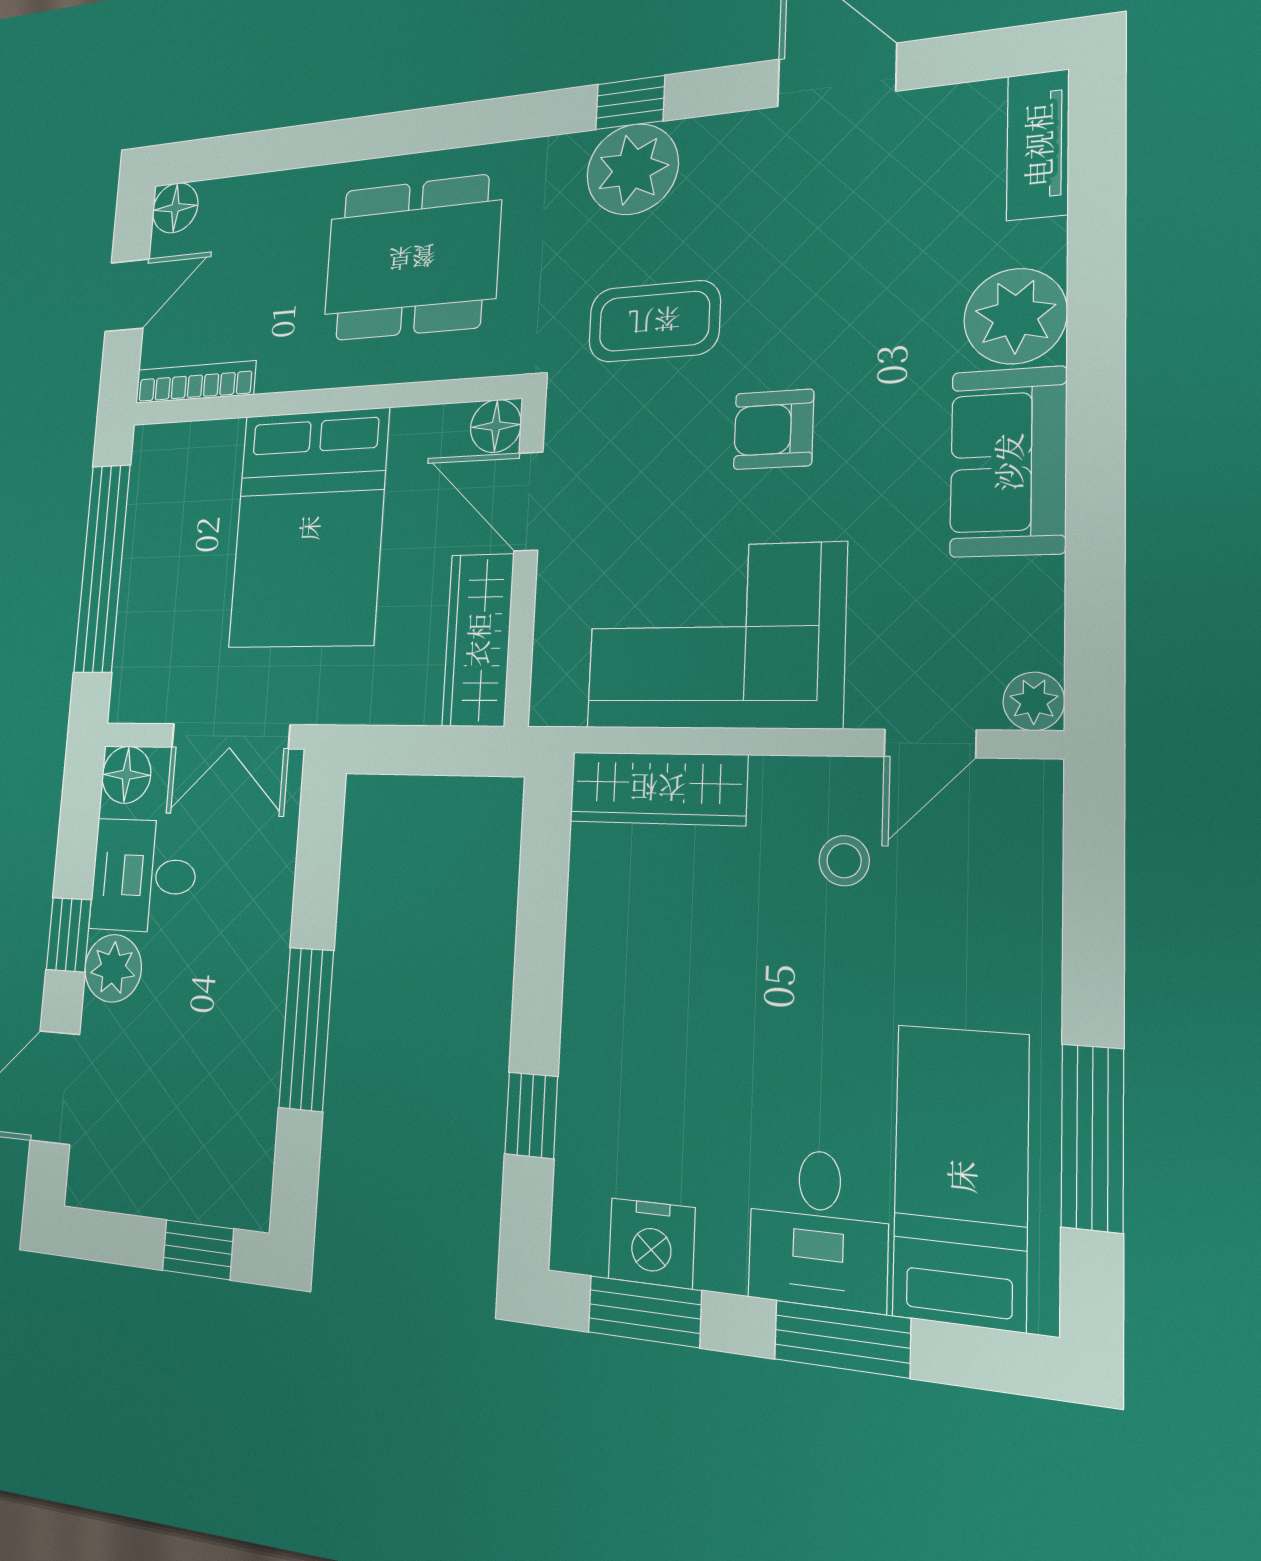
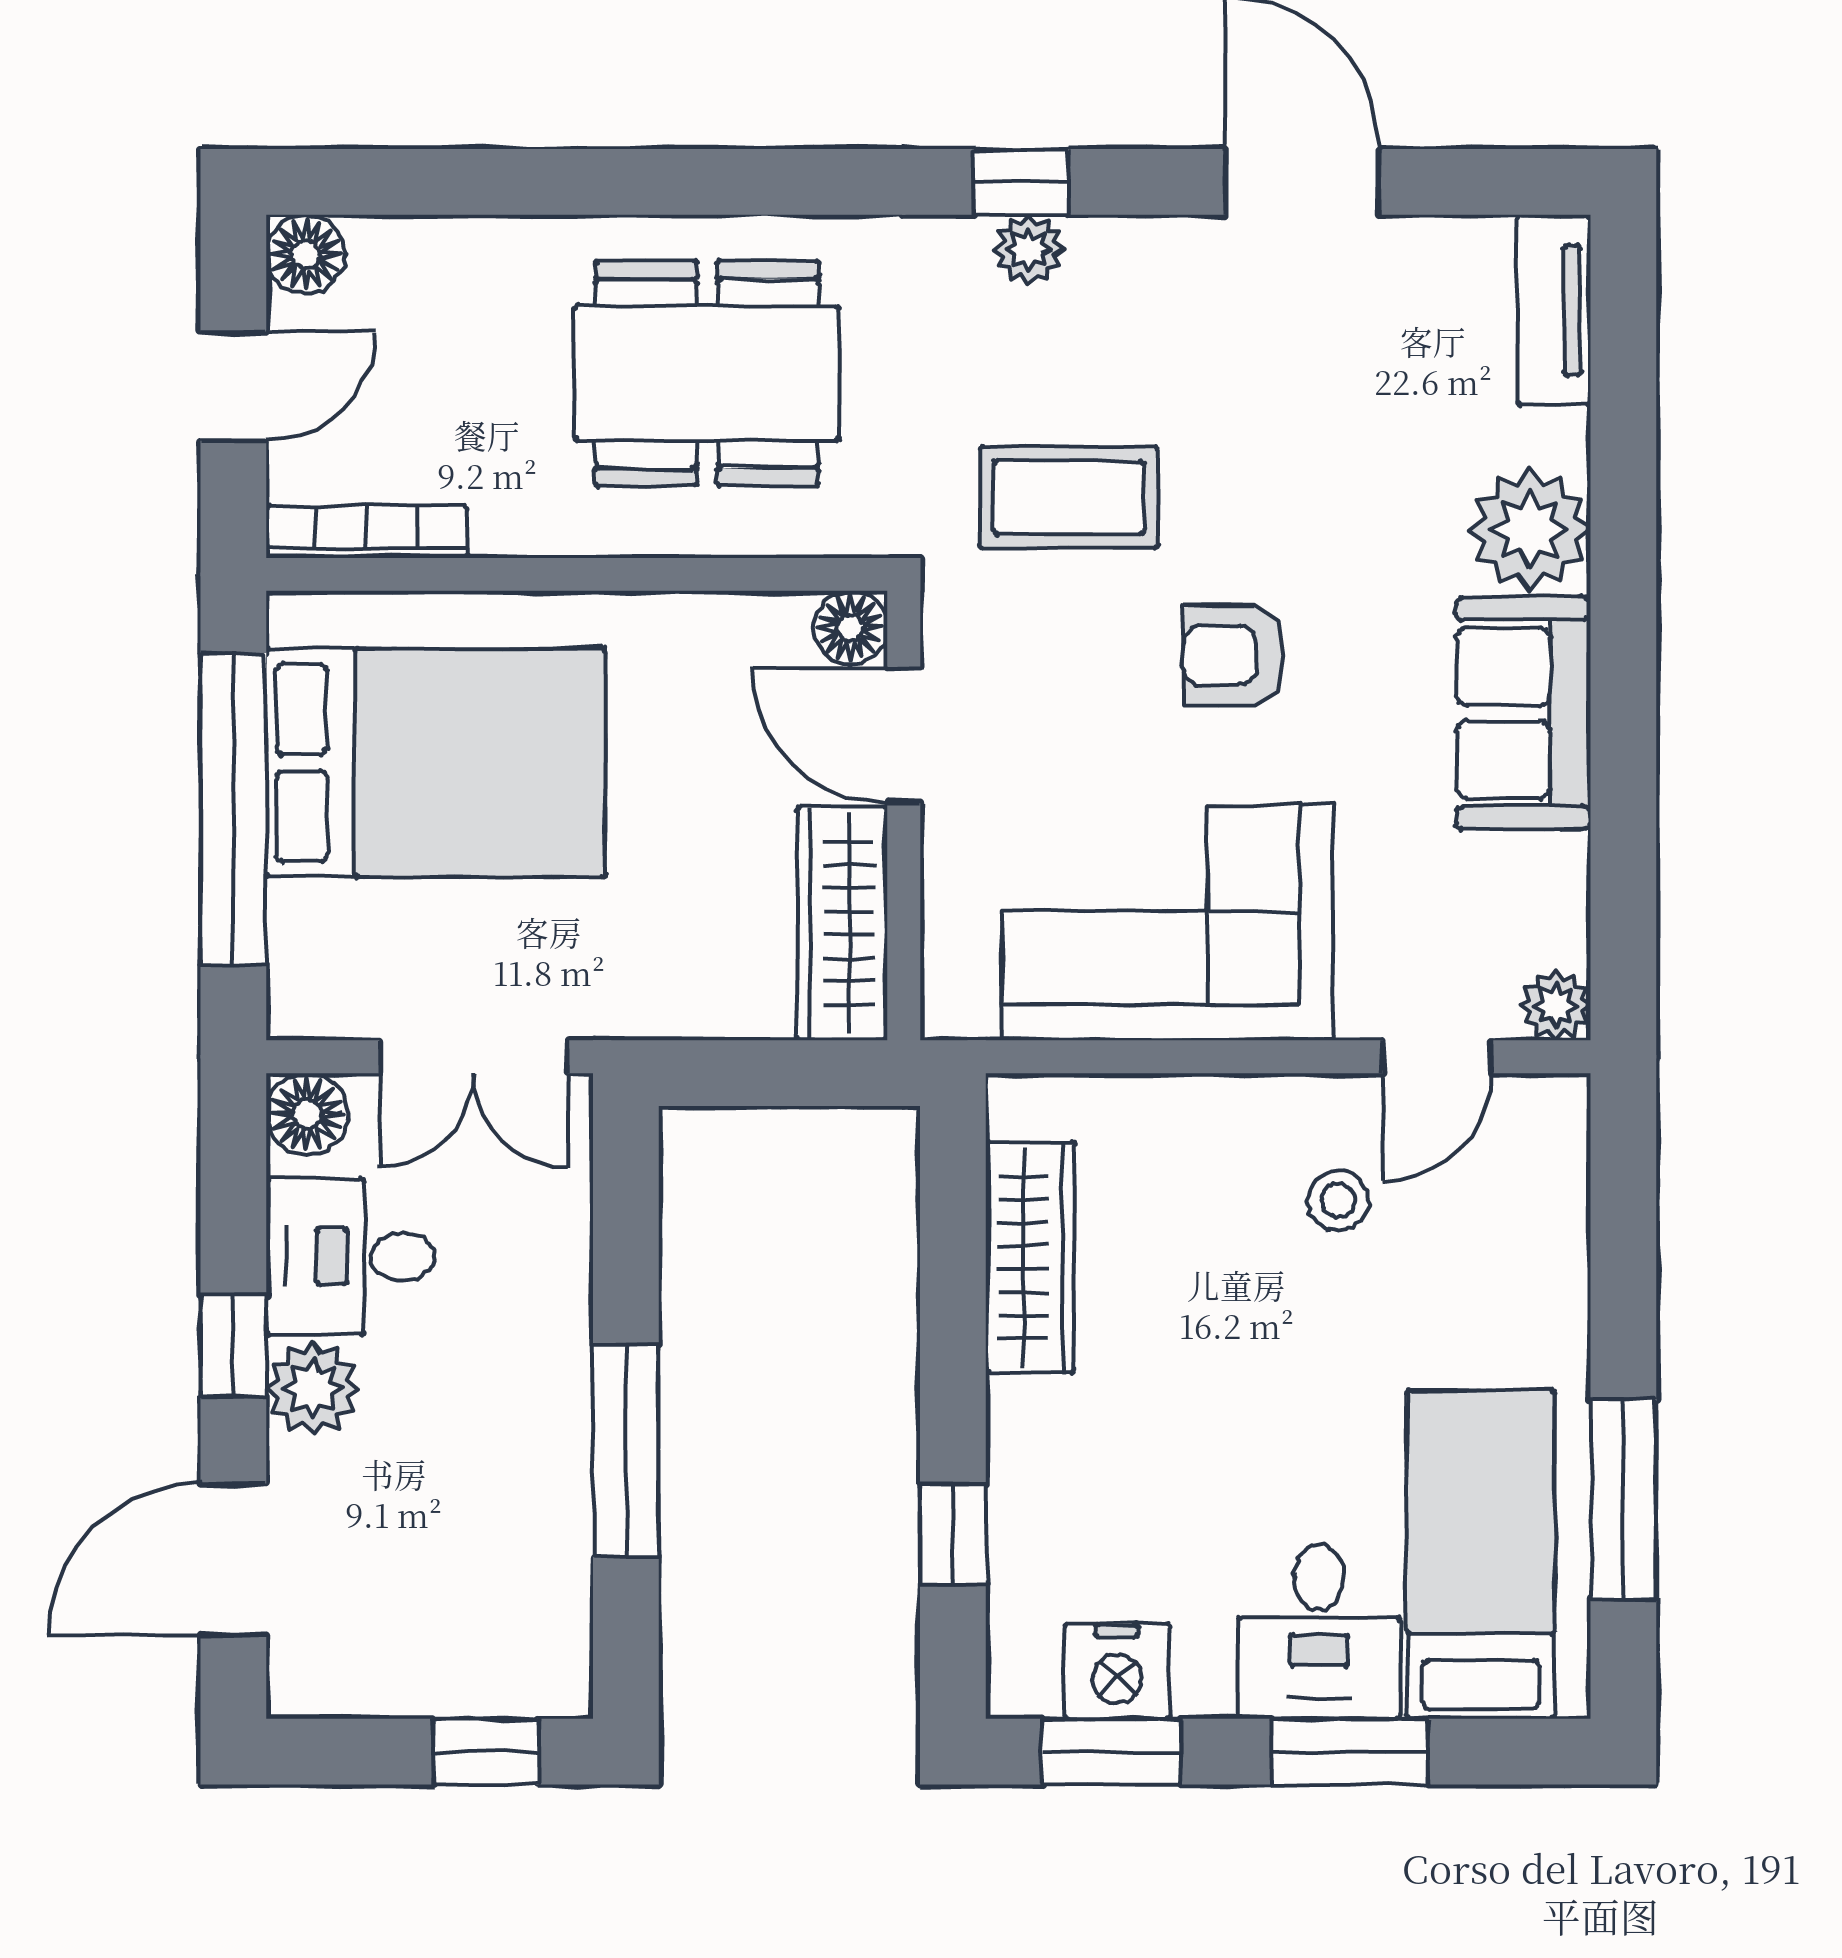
plant: (632, 169) -> (1029, 249), width x0.53, depth x0.53
bed: (309, 528) -> (436, 763), moved, turned -90
wardrobe: (658, 788) -> (1030, 1257), moved, turned -90

